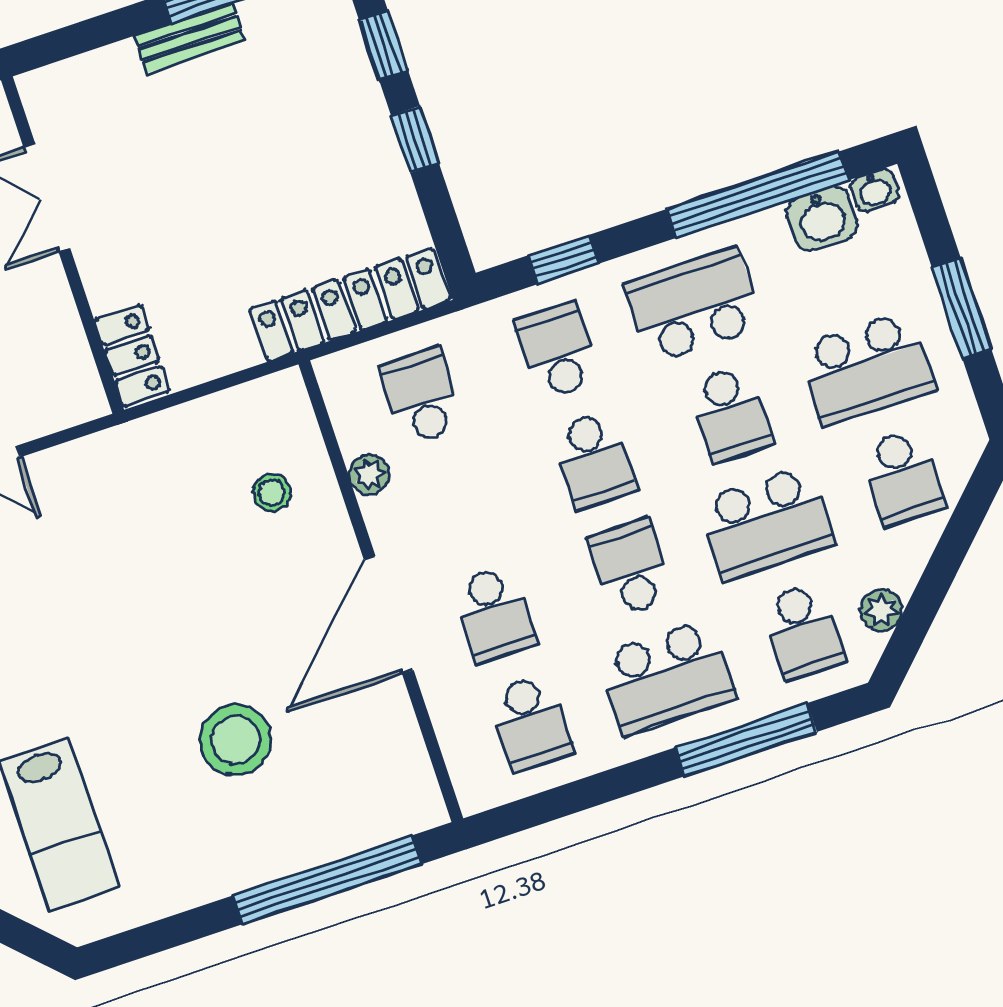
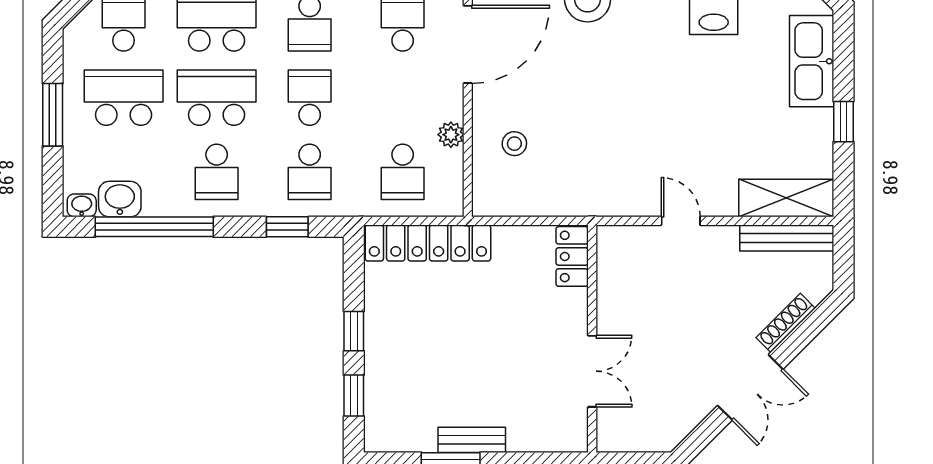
school desk: (694, 305) -> (217, 172), width x0.54
school desk: (730, 414) -> (217, 98), width x1.85

